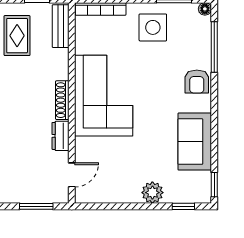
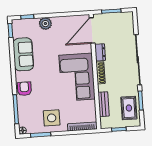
bench: (61, 26) -> (104, 104), moved
door: (72, 175) -> (92, 30), width x1.87

